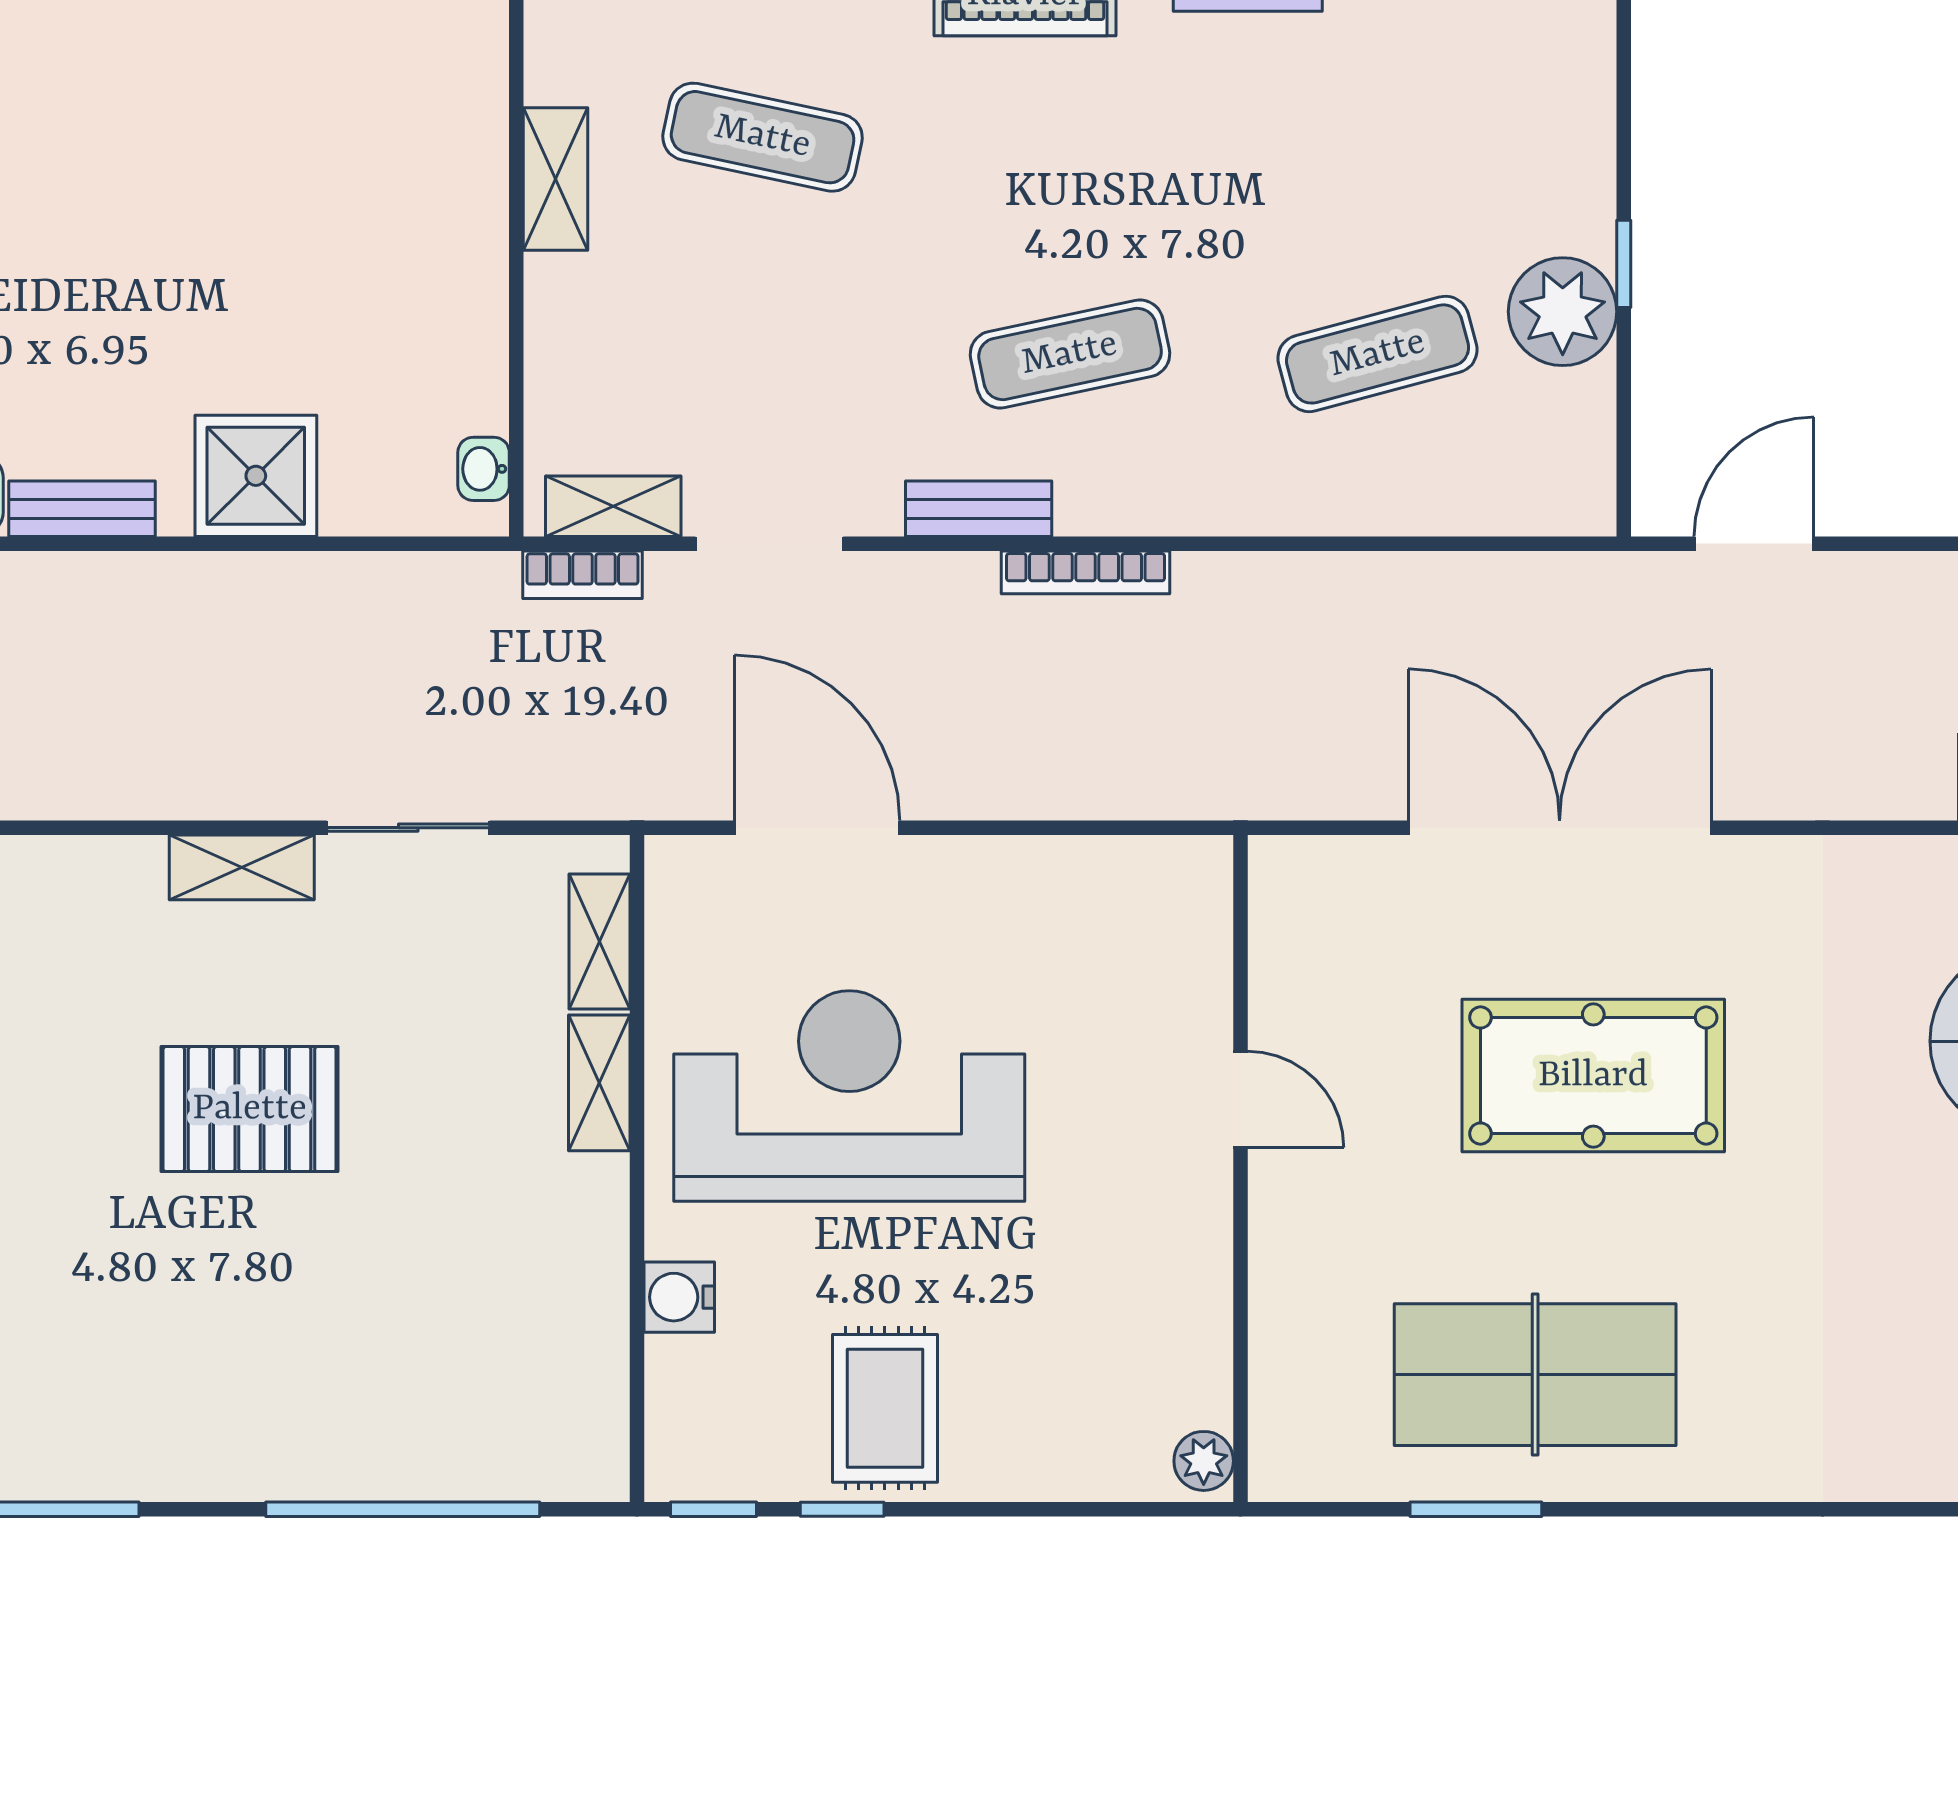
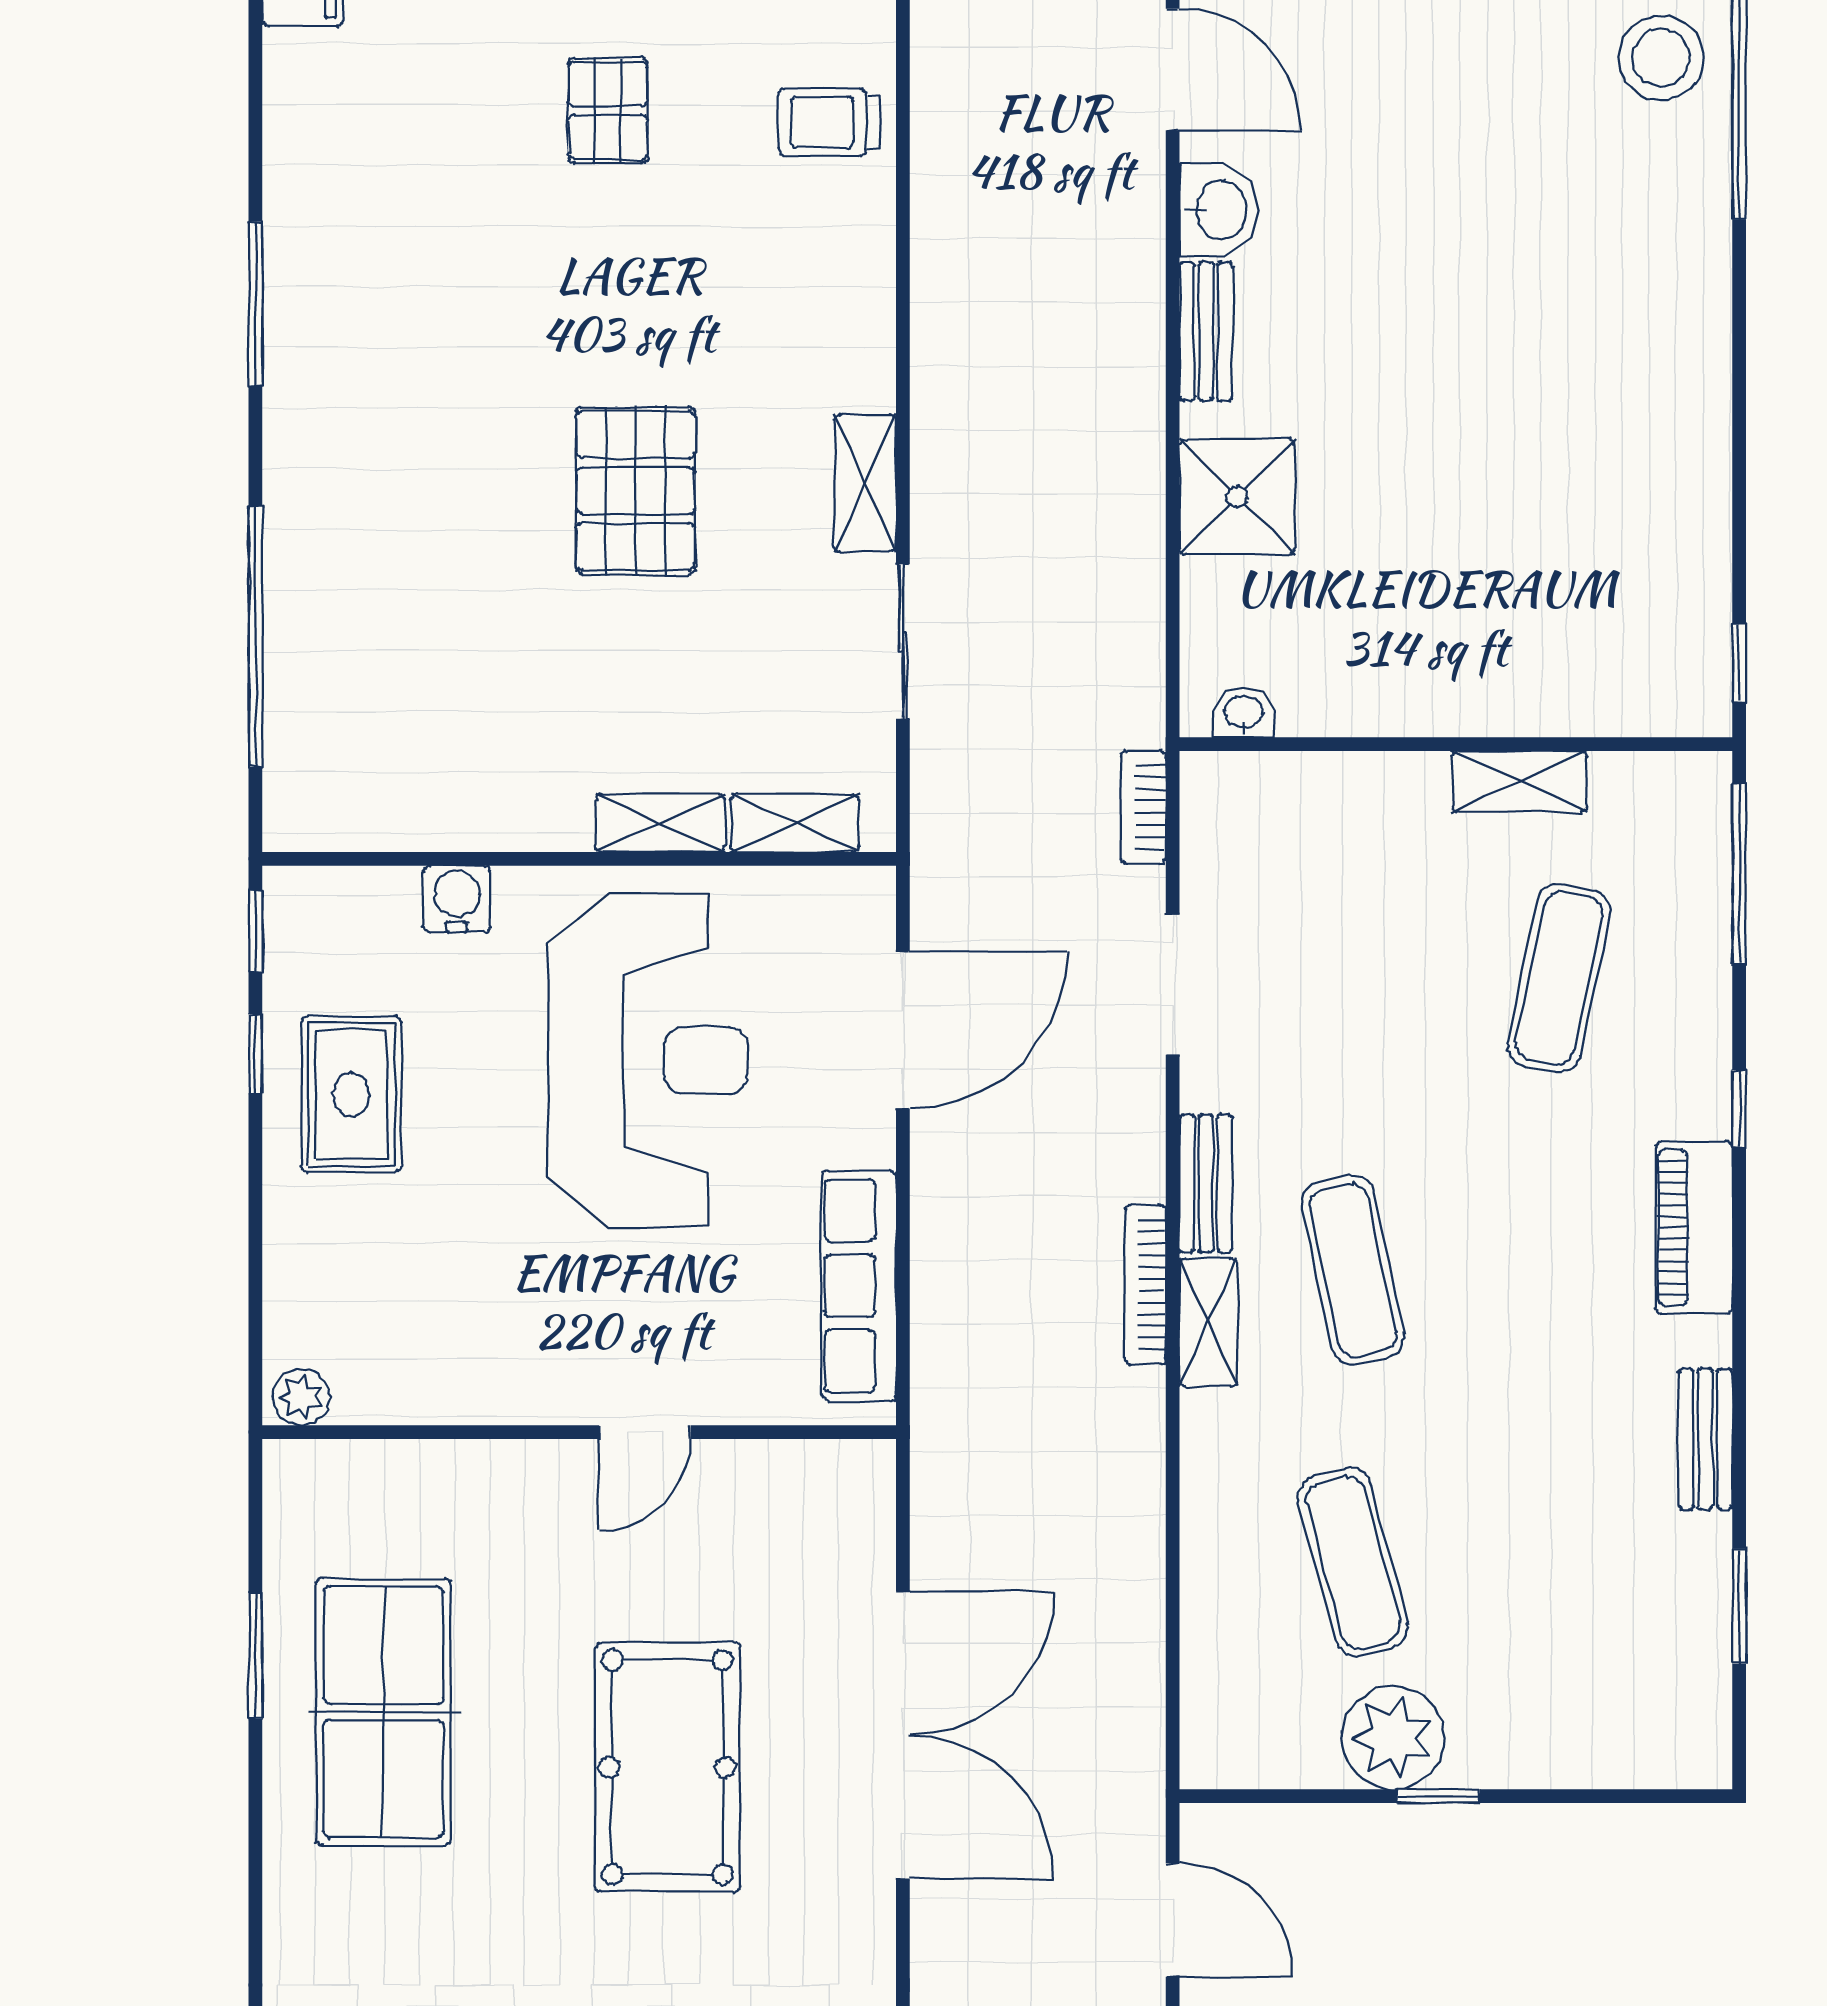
shelving: (613, 506) -> (1208, 1322), moved
row of seats: (1086, 874) -> (859, 1286), added
rug: (885, 1408) -> (351, 1094), turned 90

